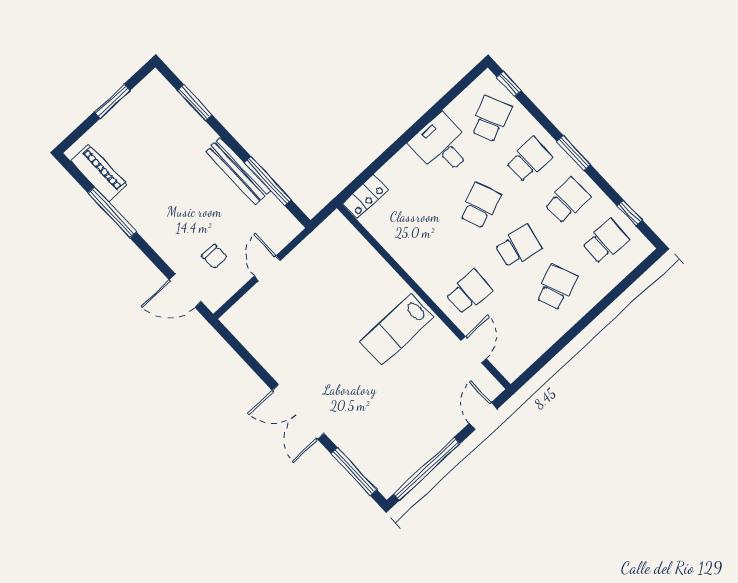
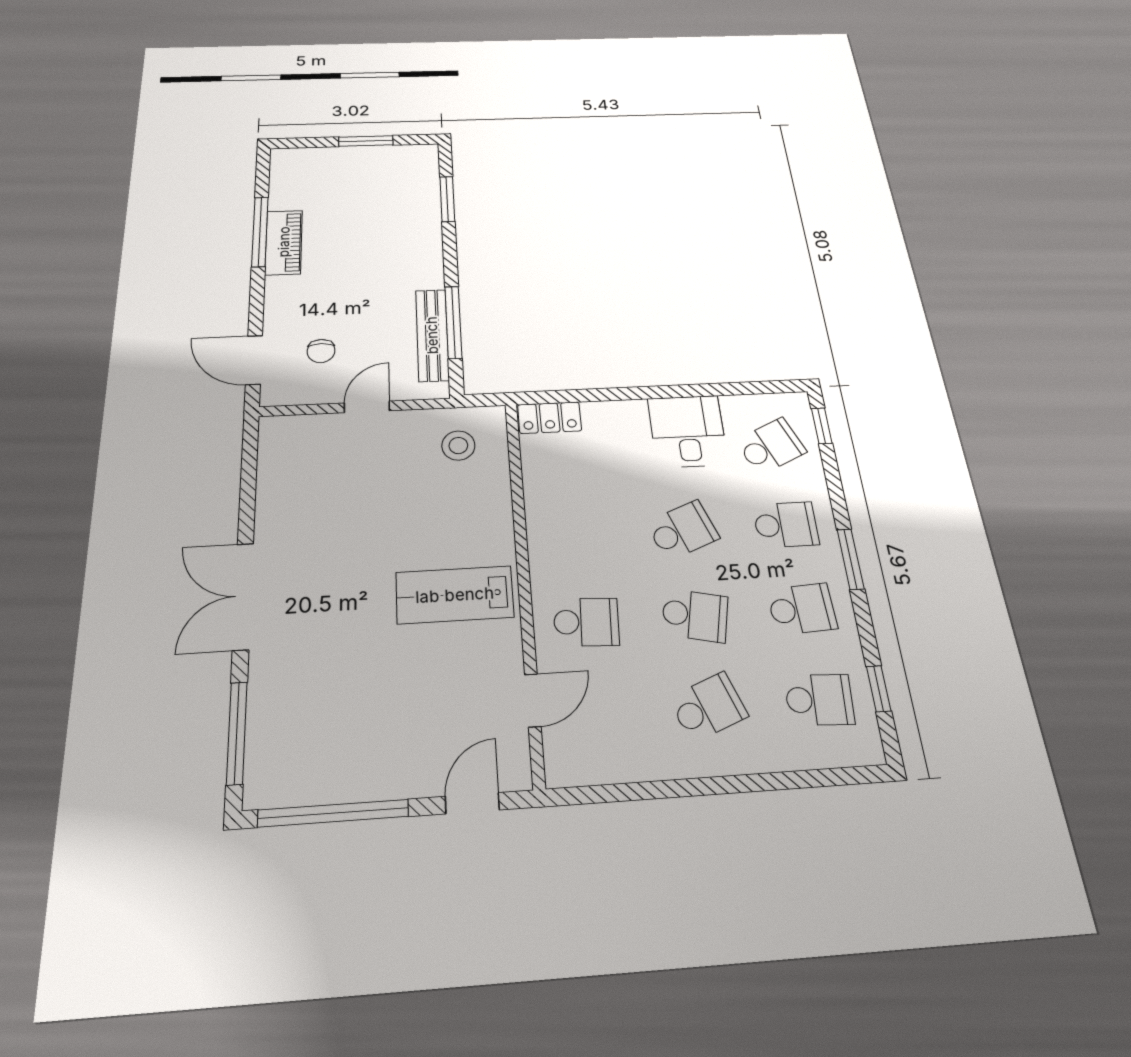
bench: (238, 171) -> (432, 335), moved
piano: (99, 173) -> (284, 242), moved
stool: (332, 251) -> (458, 446), added

